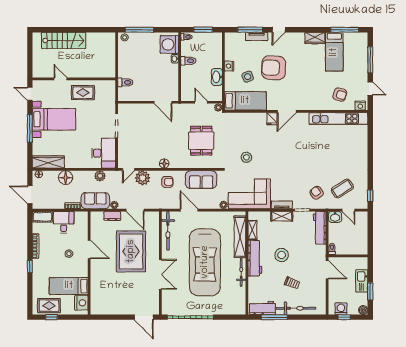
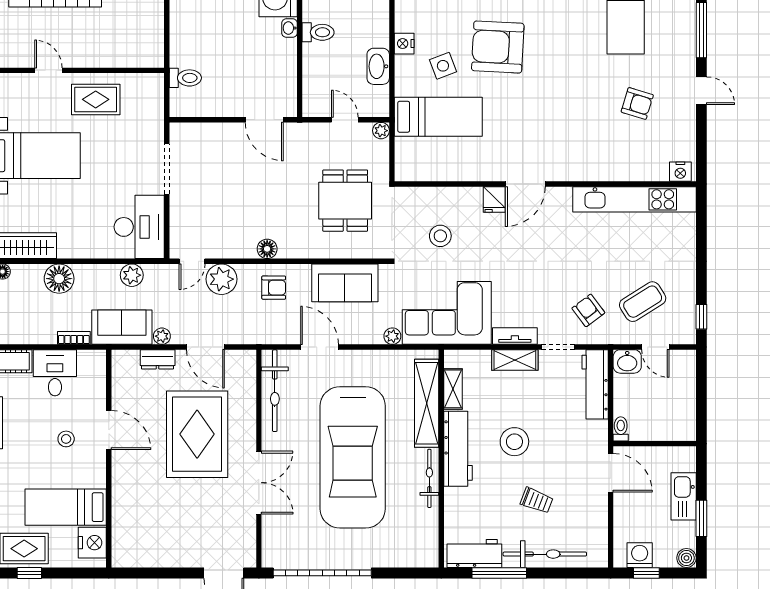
nightstand: (360, 106) -> (680, 172), moved
door: (287, 111) -> (525, 184), moved
wall: (296, 111) -> (545, 184), moved
fridge: (272, 119) -> (494, 200), moved
kitchen unit: (338, 119) -> (634, 199), moved

